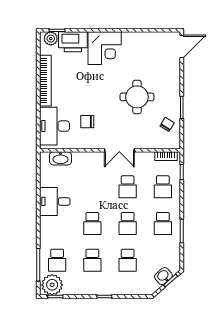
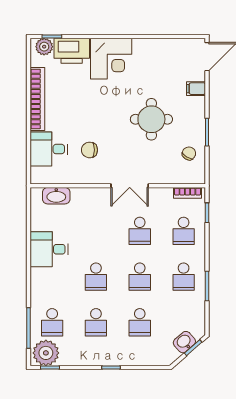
filing cabinet: (173, 72) -> (196, 89), added
desk: (54, 126) -> (49, 149), width x0.73

